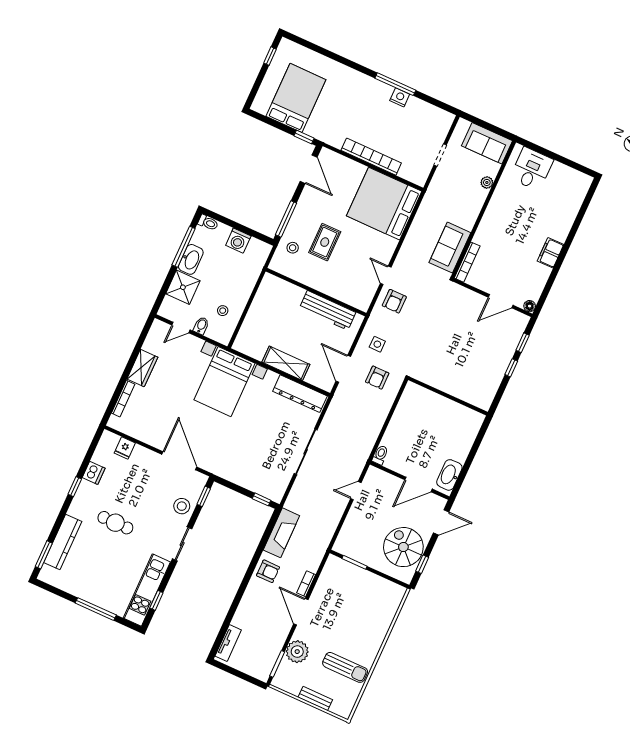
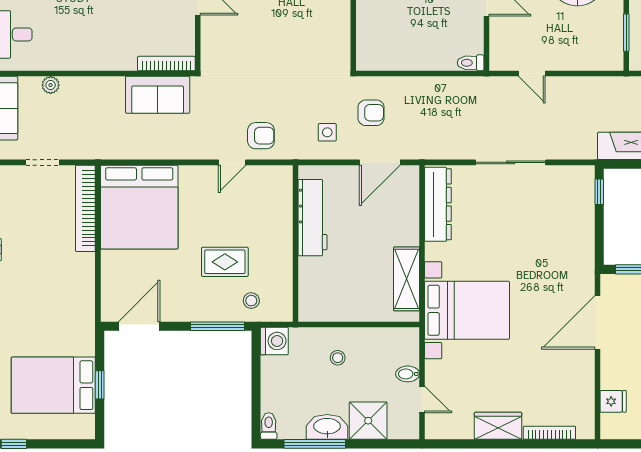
window: (304, 137) -> (100, 385), moved
bookcase: (371, 157) -> (85, 208), moved
washing machine: (238, 241) -> (274, 341), moved
stool: (223, 311) -> (338, 358), moved
shelving: (286, 363) -> (407, 279), moved

